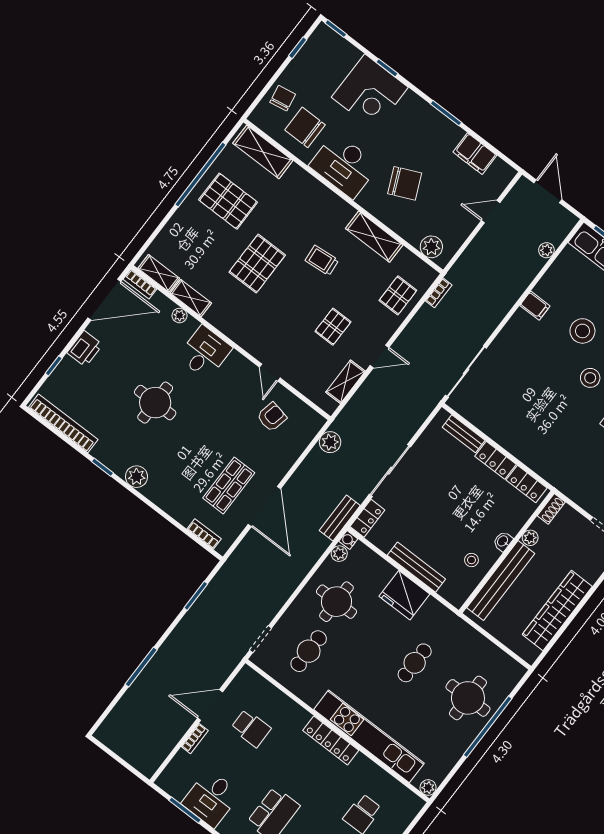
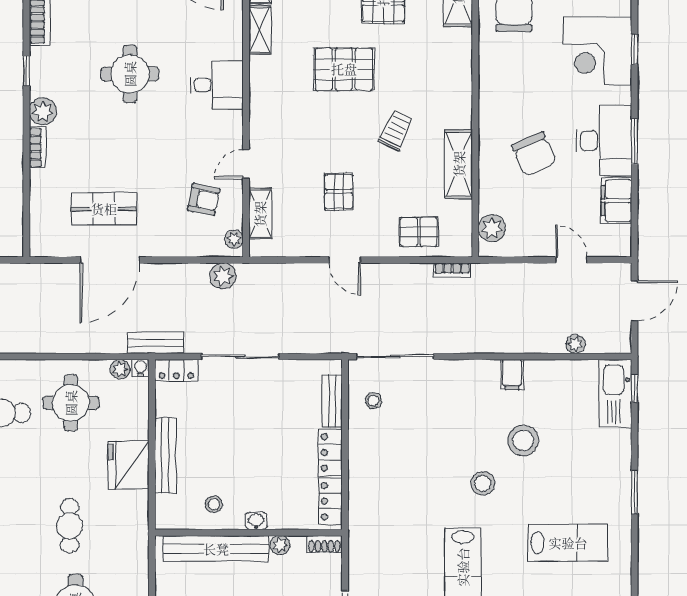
desk: (344, 166) -> (604, 141), moved, turned 180
trolley: (322, 260) -> (396, 131), turned 31
plant: (180, 316) -> (234, 239), moved
pallet: (333, 327) -> (339, 191), turned 90
shelving: (346, 382) -> (260, 214), moved, turned 90
stool: (483, 407) -> (373, 401), added
bookcase: (204, 534) -> (38, 148), moved
cafe table: (415, 663) -> (70, 526), turned 90

